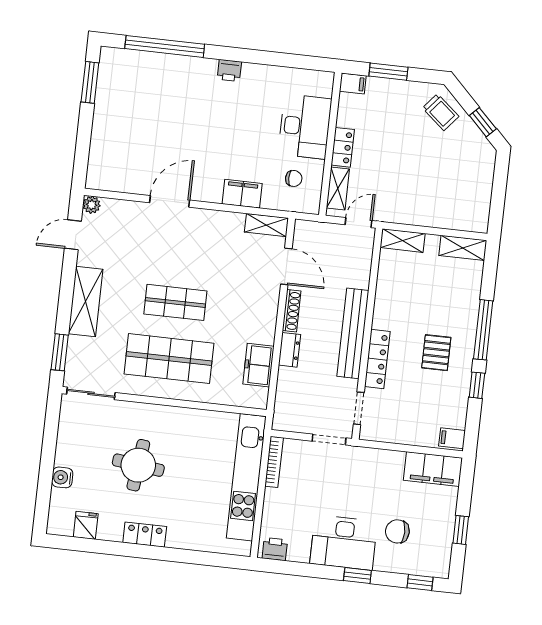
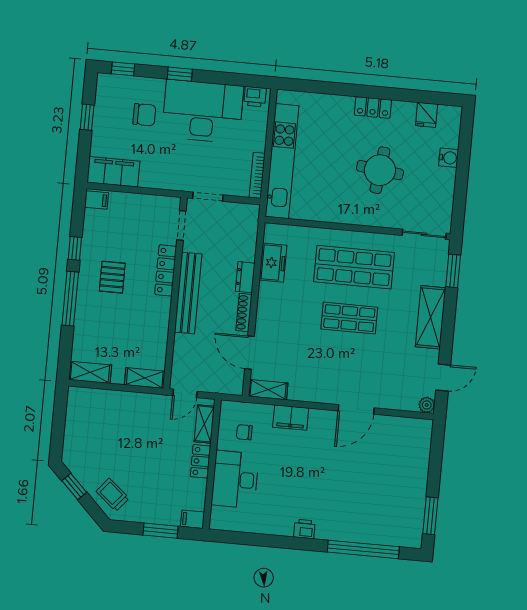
desk: (344, 543) -> (203, 111), width x1.36, depth x1.30

